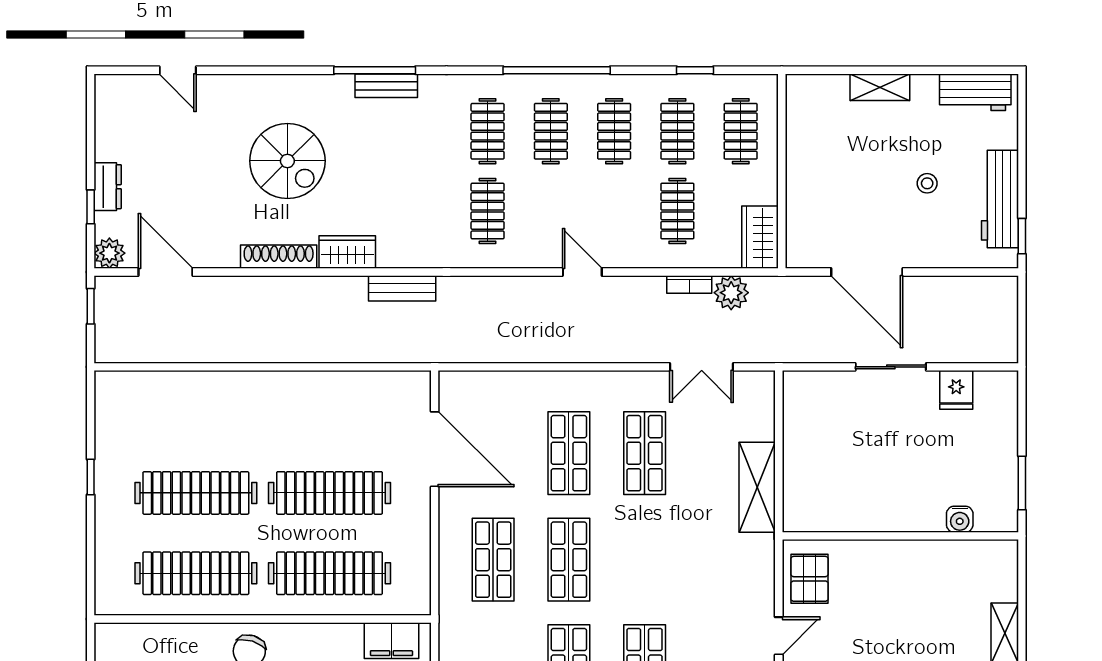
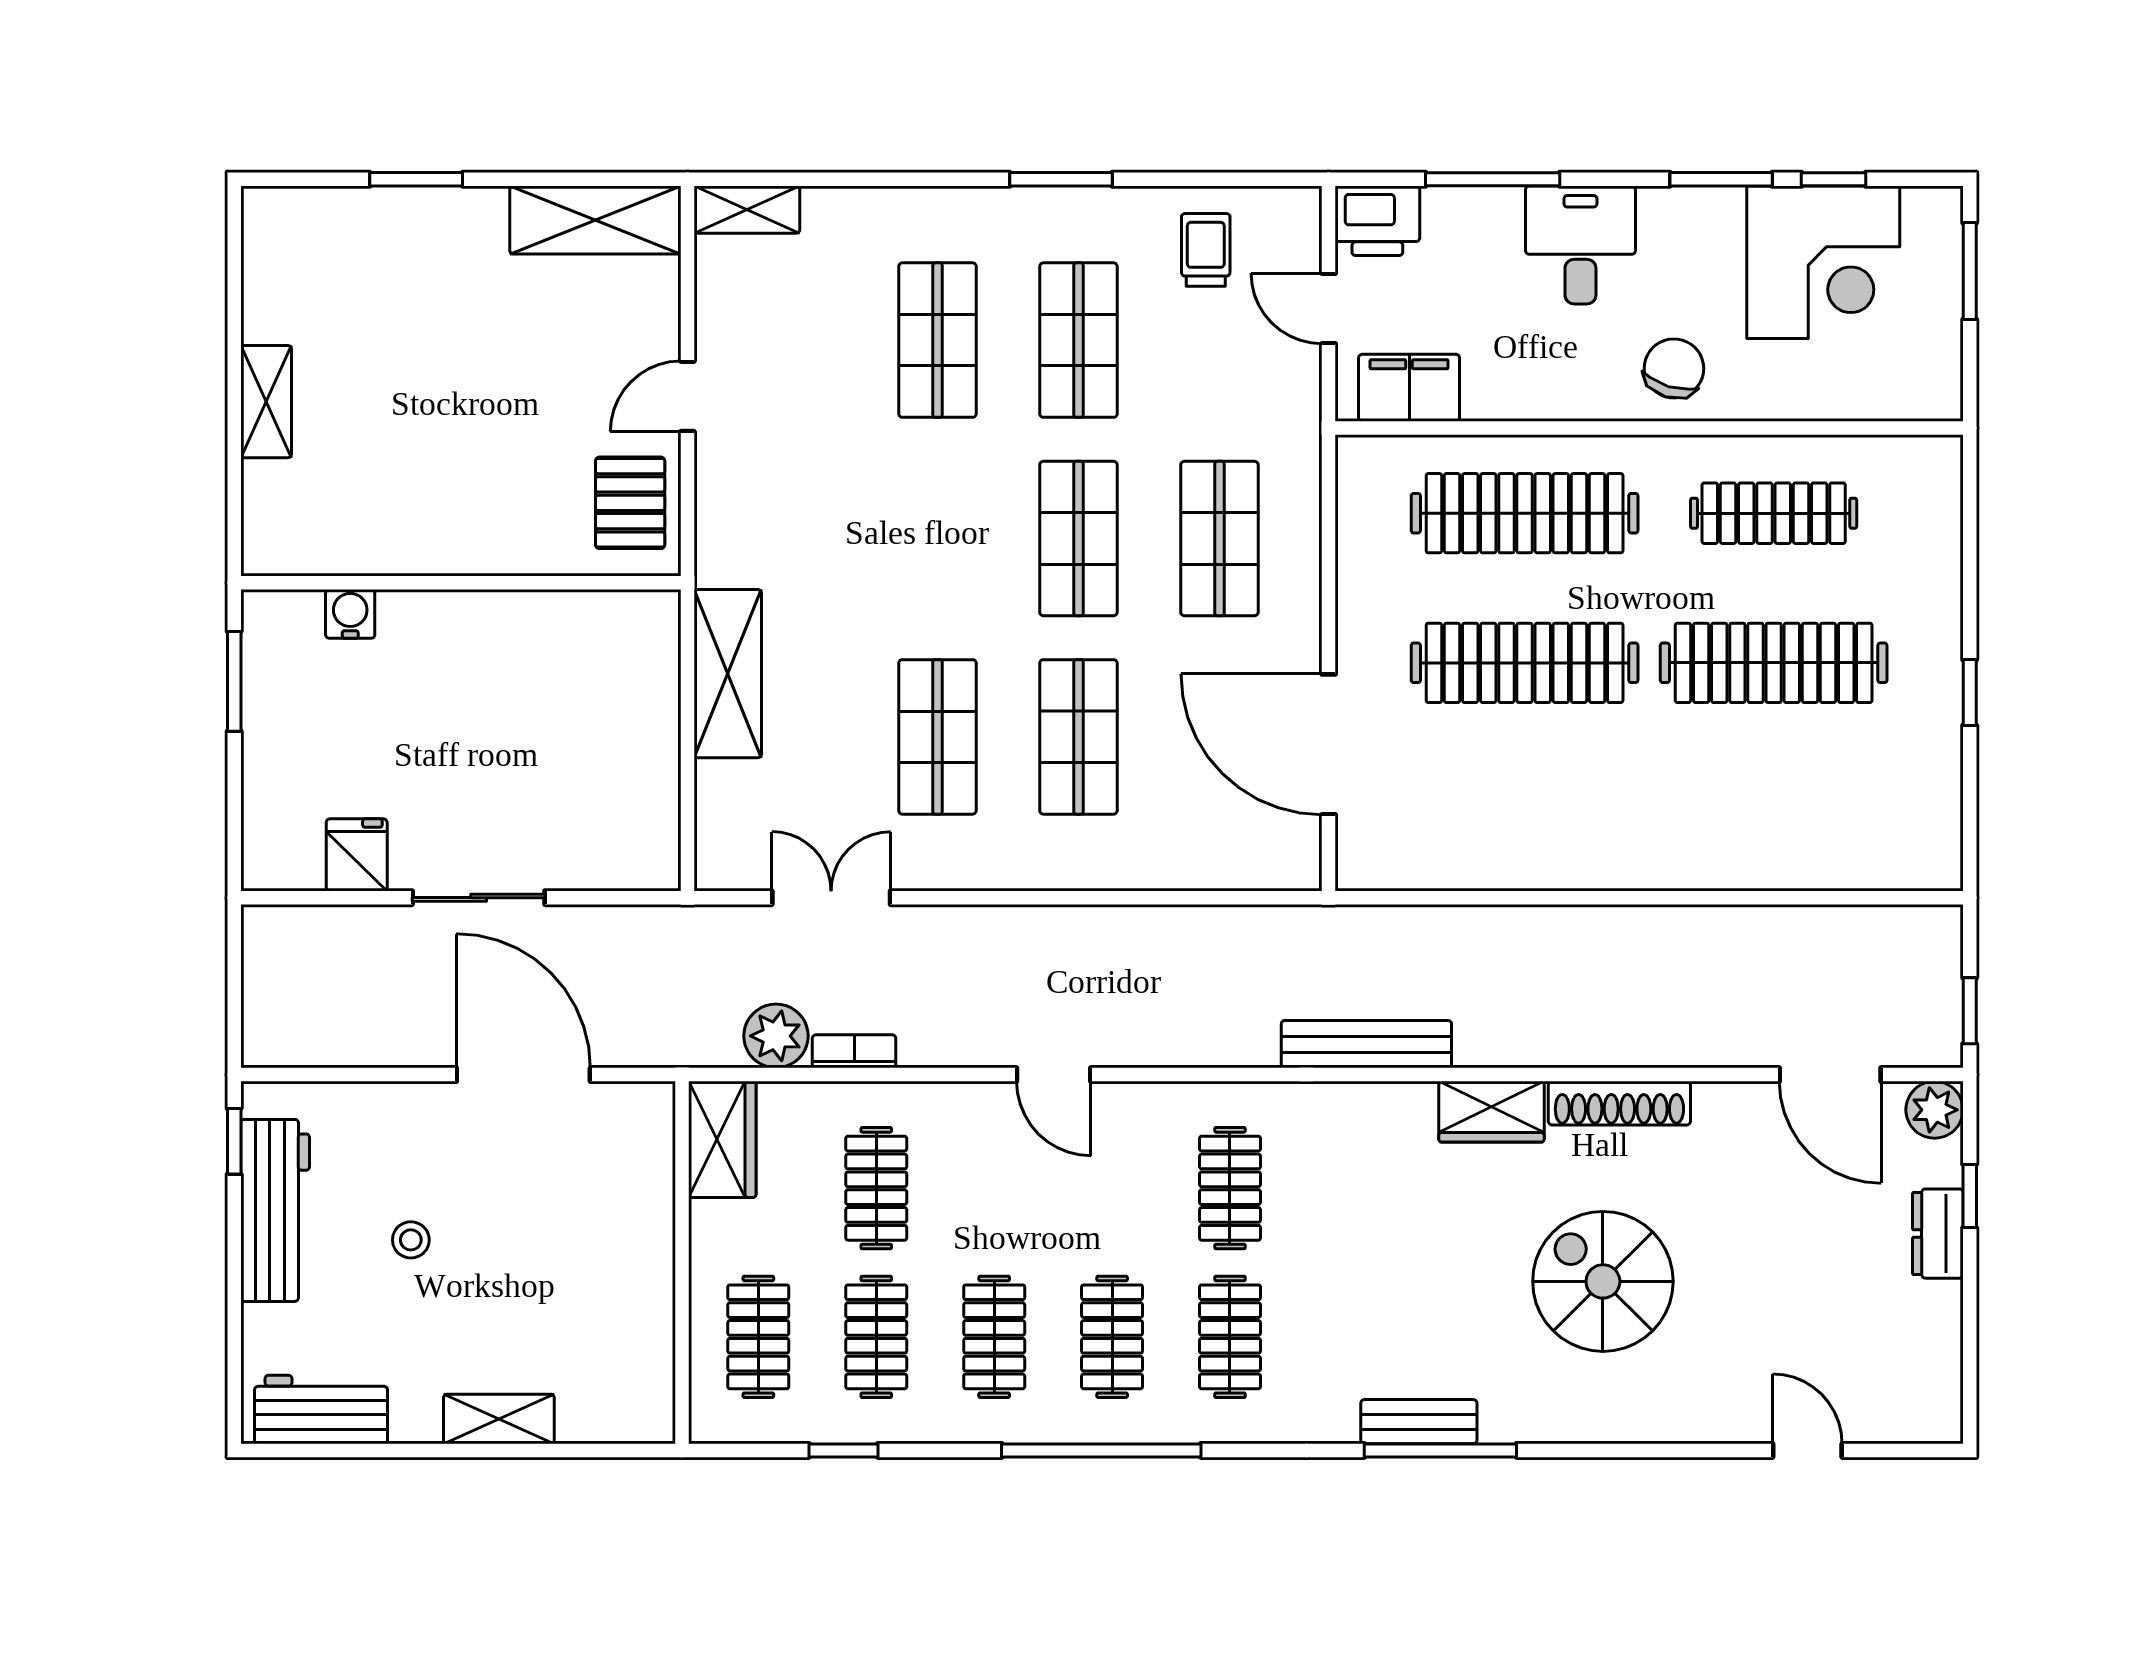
bench: (402, 288) -> (1366, 1044), width x1.36
clothes rail: (196, 573) -> (1774, 513), width x0.73, depth x0.76

